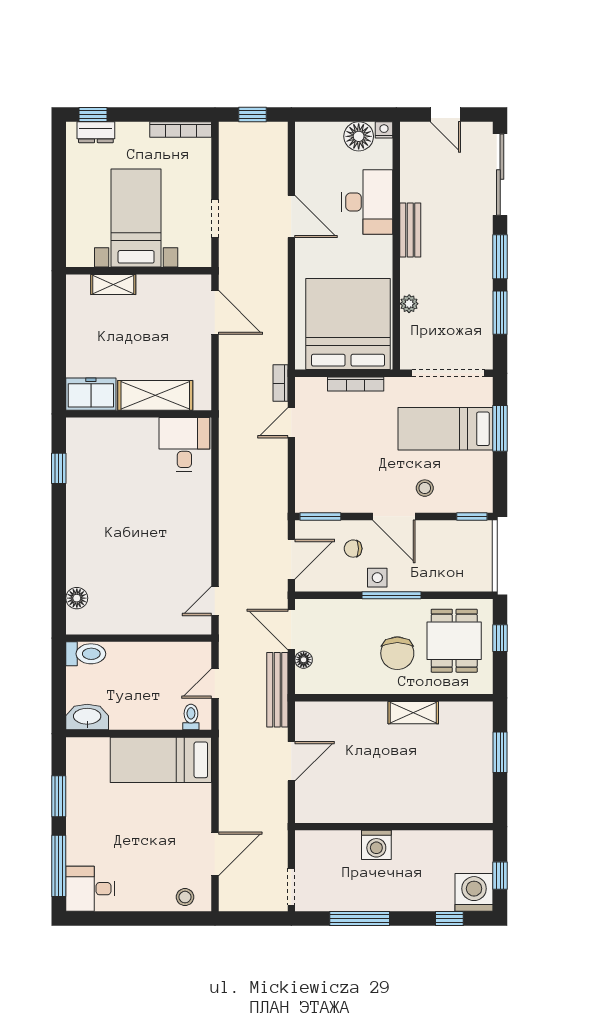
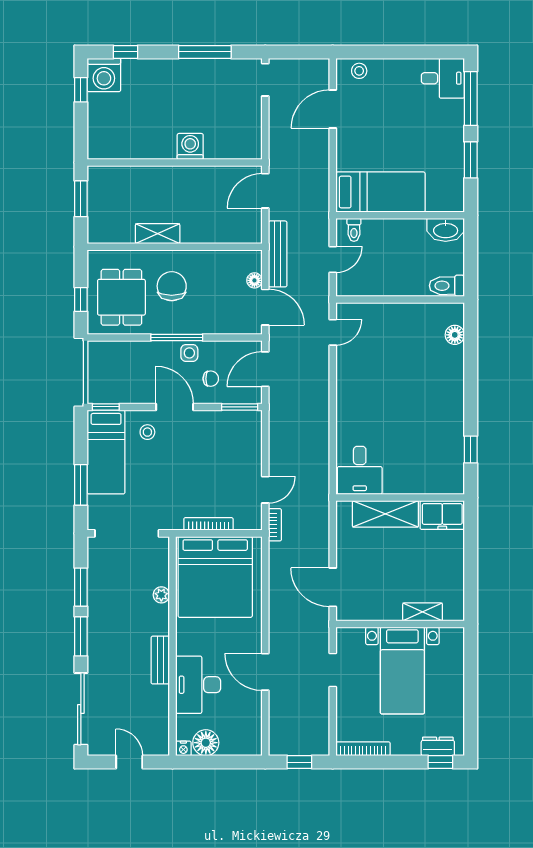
bed: (445, 429) -> (106, 452), moved, turned 90
wall: (394, 827) -> (175, 163), moved
washing machine: (376, 845) -> (190, 146), moved

